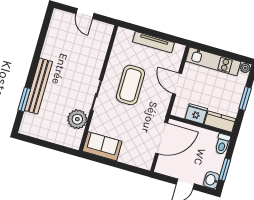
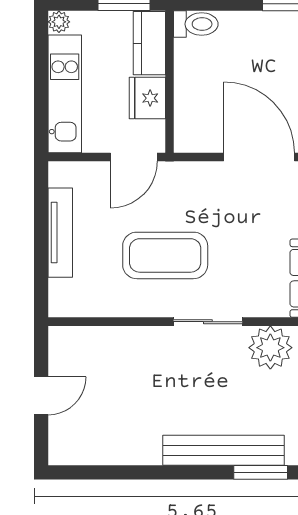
fridge: (196, 114) -> (147, 98), moved
kitchen counter: (220, 122) -> (149, 43), moved
wall: (201, 125) -> (169, 82), moved
toilet: (222, 144) -> (196, 24), moved

